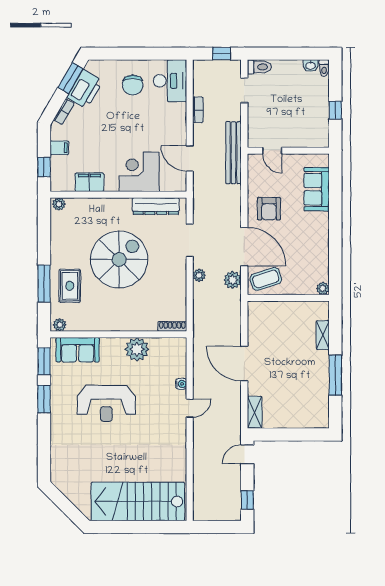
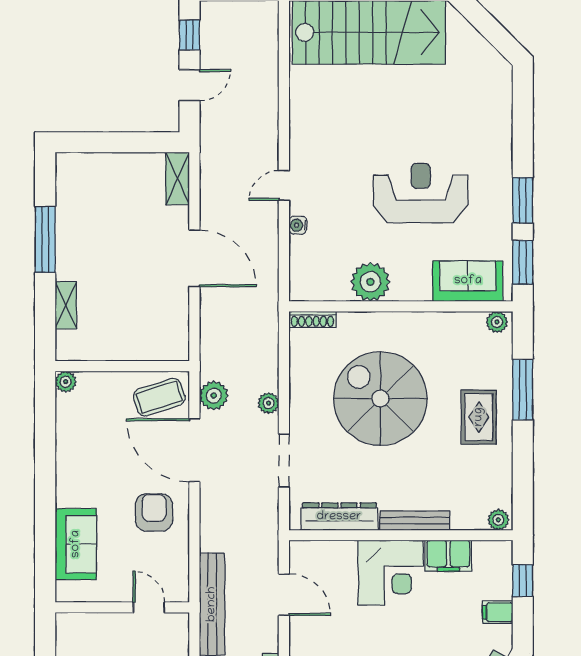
corner desk: (139, 172) -> (391, 573), moved
bench: (110, 204) -> (415, 521), added
spiral stairs: (119, 259) -> (380, 399), moved, turned 90
rug: (70, 286) -> (479, 417), moved
door: (247, 454) -> (189, 85), moved

